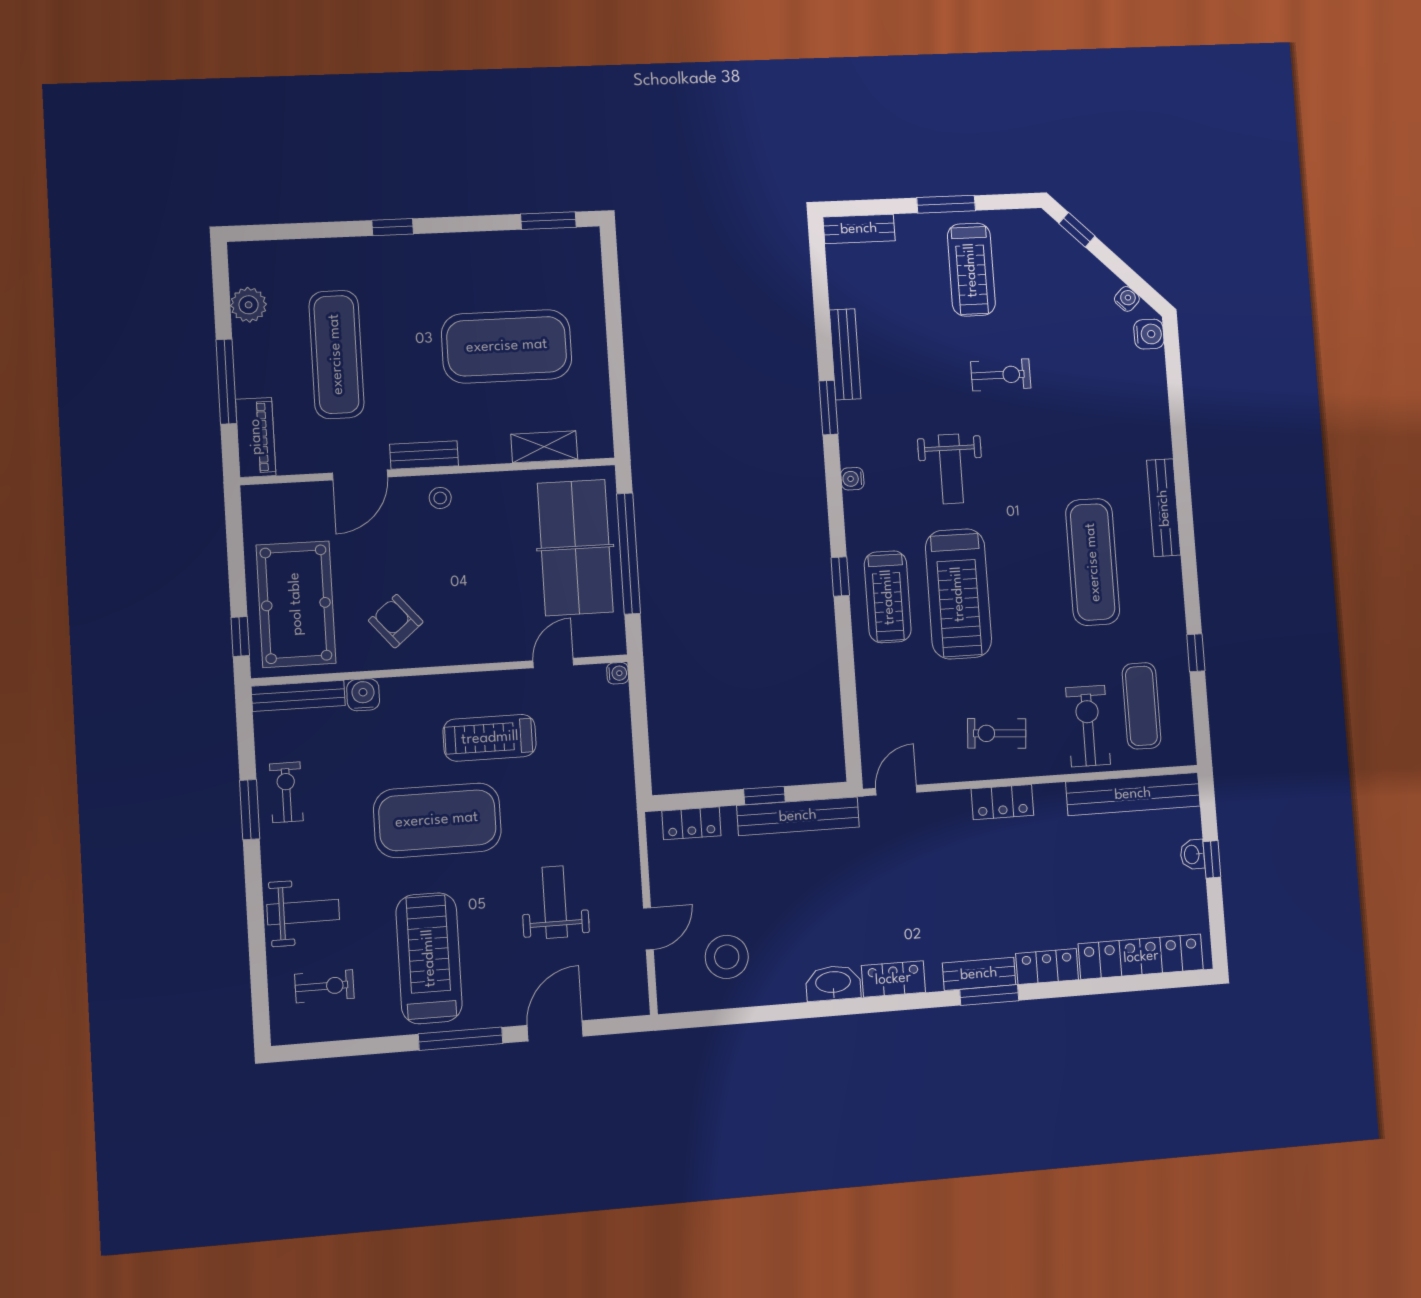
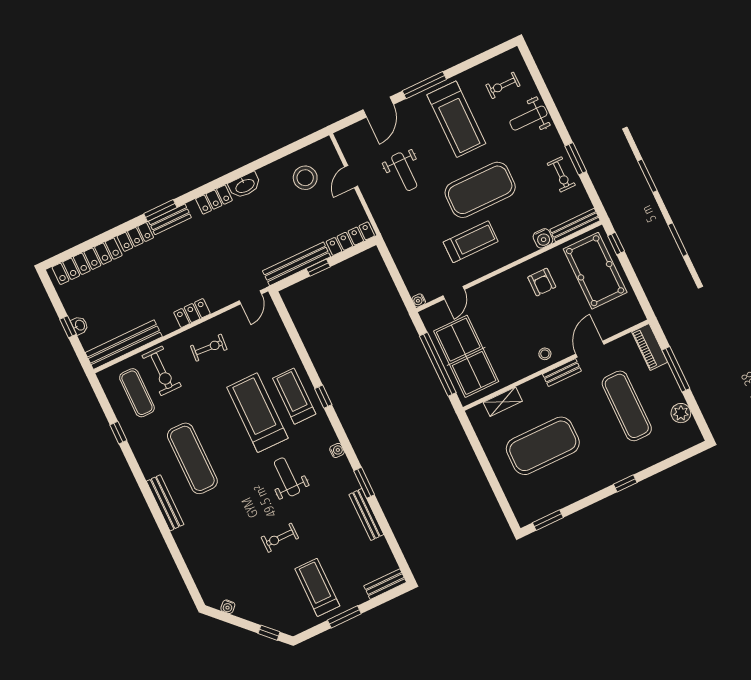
water cooler: (1149, 334) -> (209, 593), removed
armchair: (396, 621) -> (542, 282), turned 40
locker: (691, 823) -> (350, 239), width x1.53

